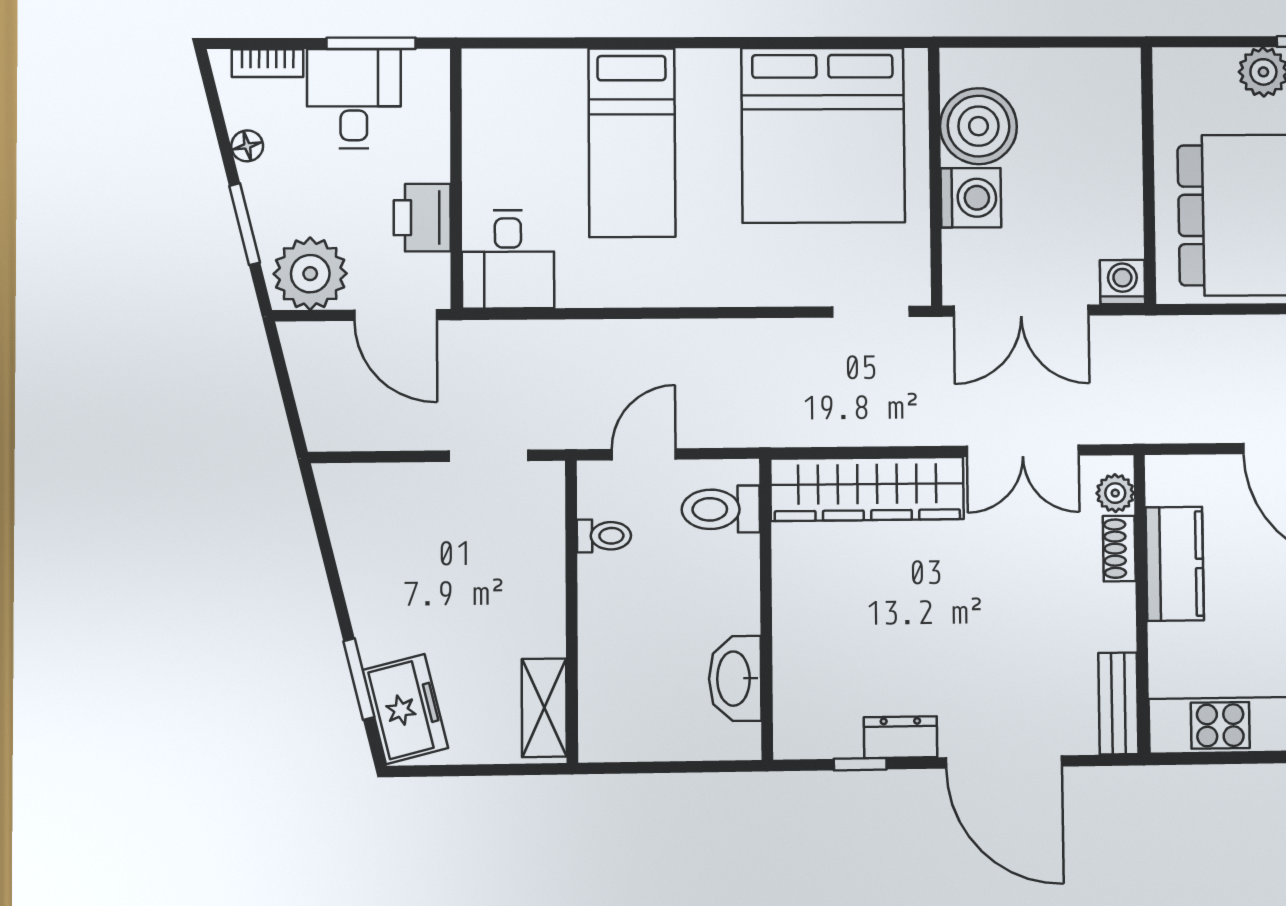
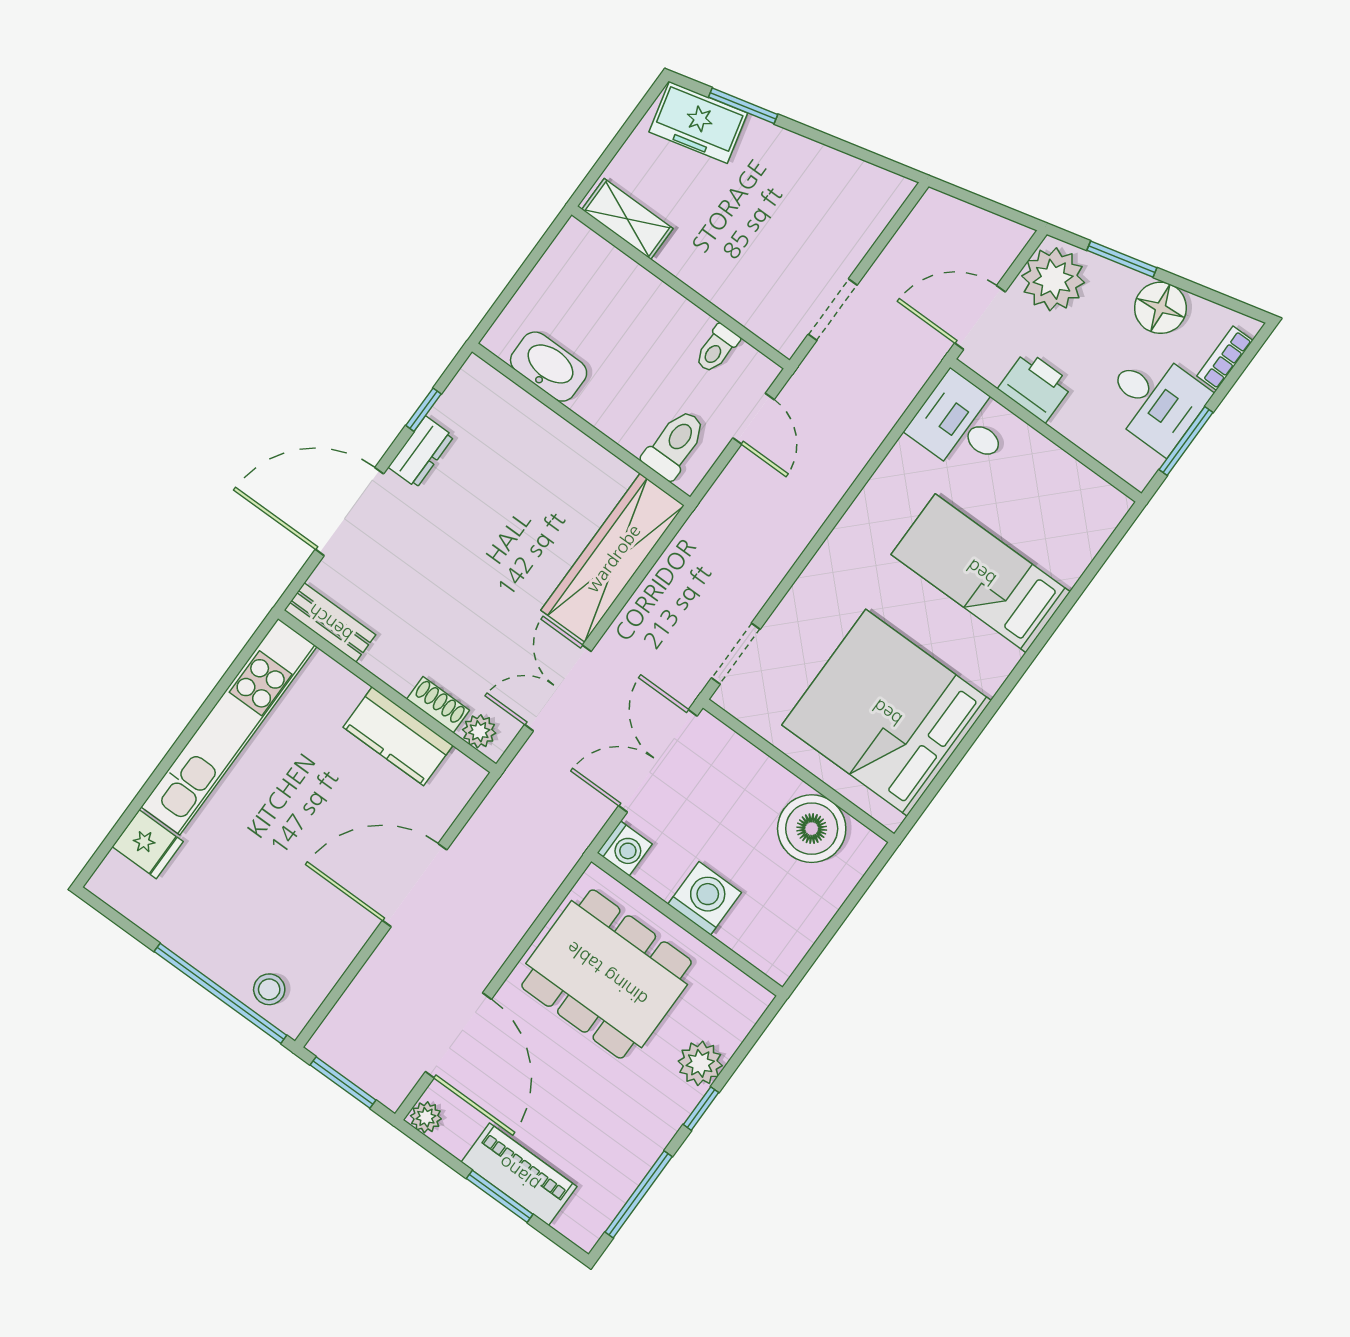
floor lamp: (247, 146) -> (1160, 308), width x1.89, depth x1.89
washing machine: (971, 198) -> (705, 898), moved, turned 180

